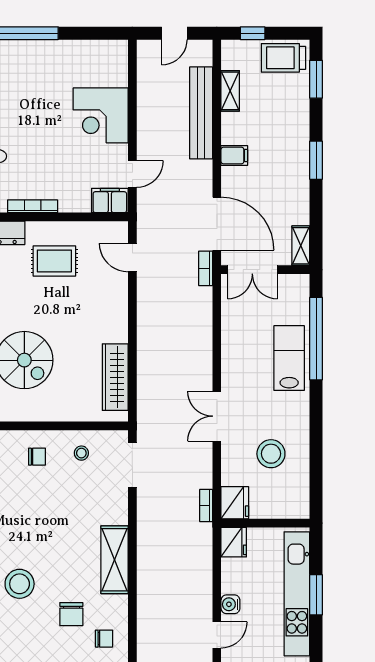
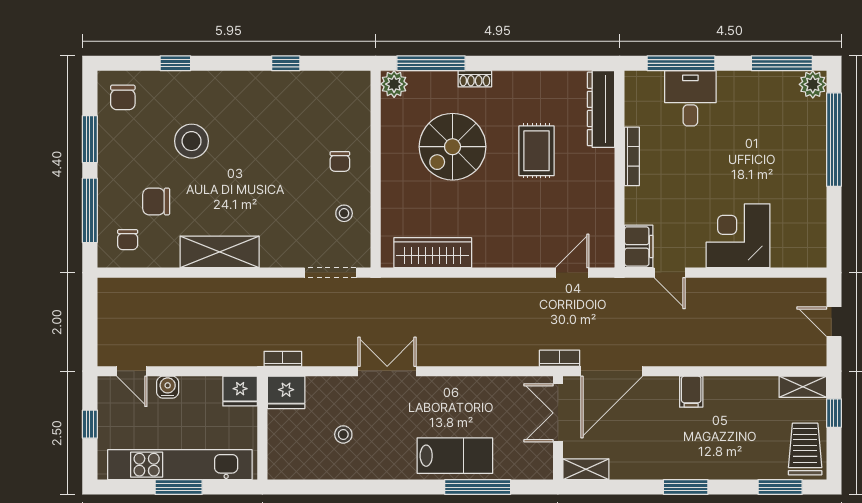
shelving: (230, 91) -> (803, 387), moved
bench: (201, 113) -> (741, 353), removed
rug: (54, 261) -> (536, 151), moved
window: (316, 339) -> (478, 487), width x0.68
stool: (271, 454) -> (343, 434), width x0.53, depth x0.53

